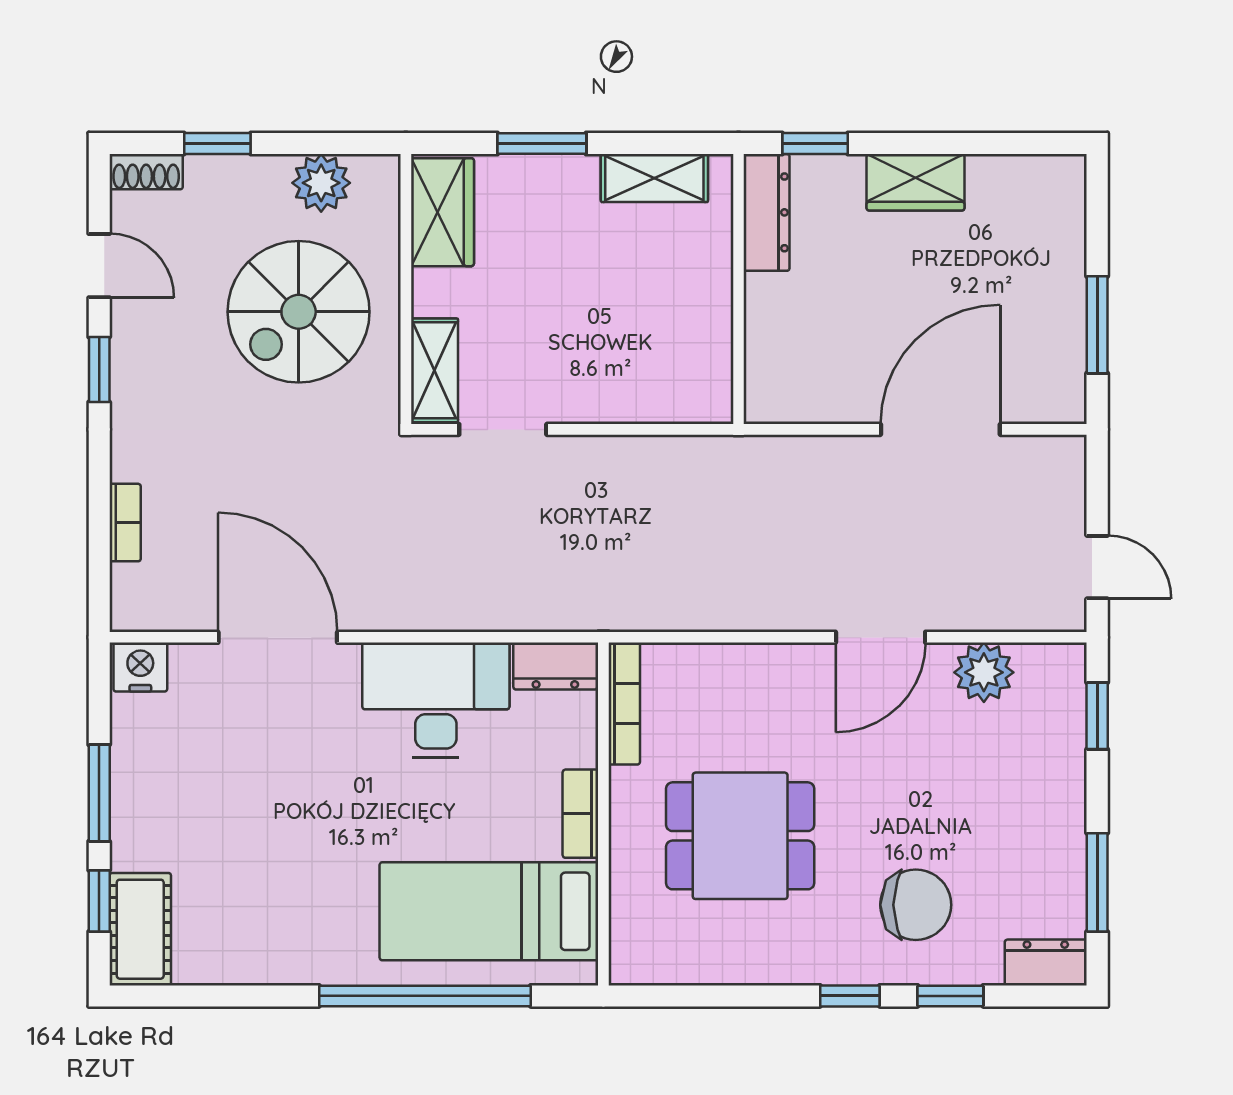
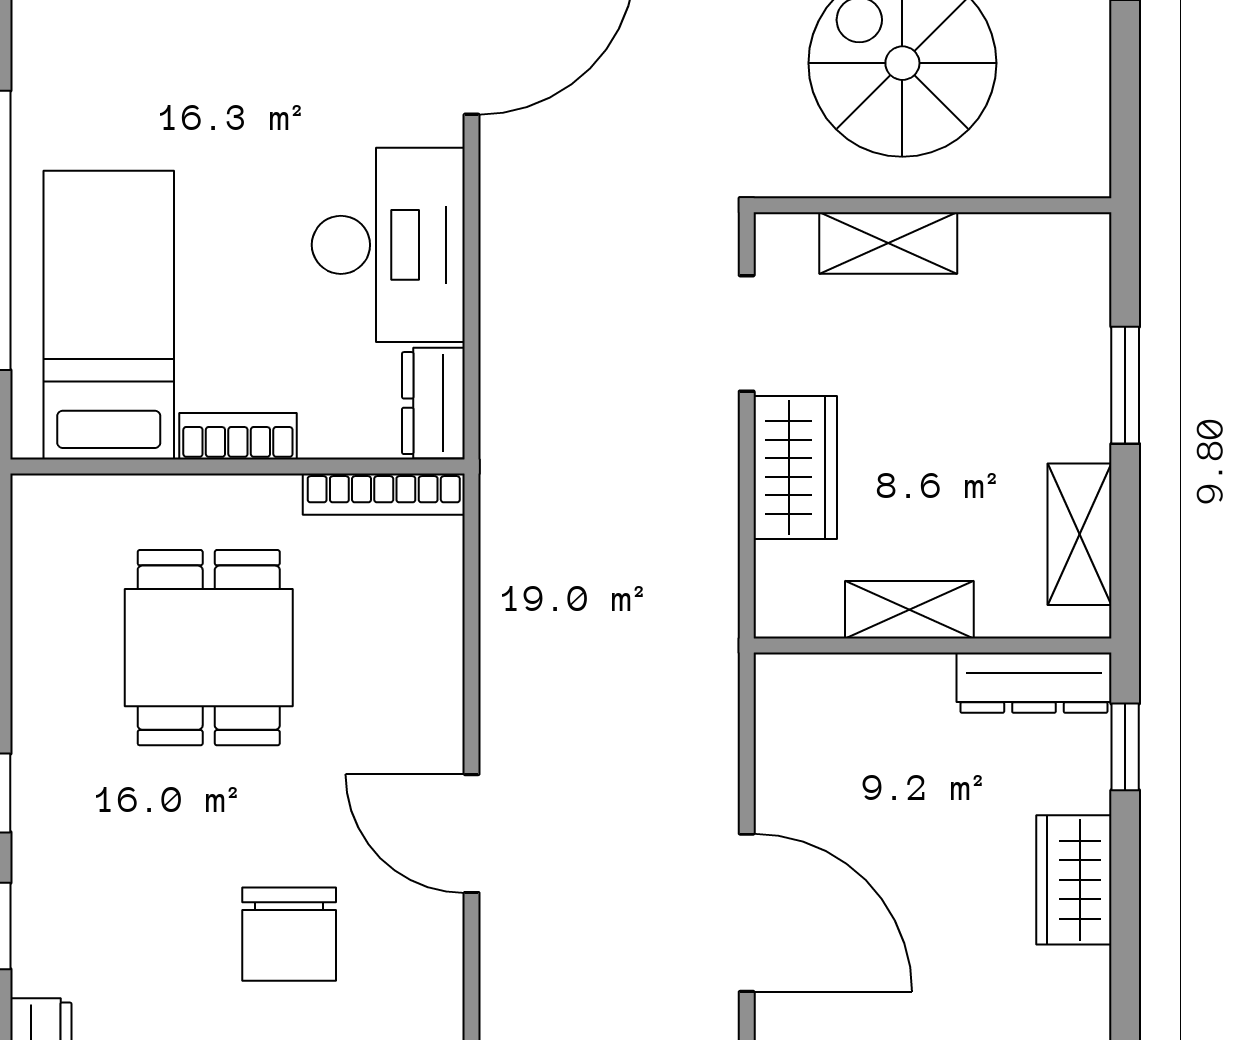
plant: (321, 183) -> (1073, 93), removed
wardrobe: (442, 212) -> (795, 467), moved, turned -90
shelving: (711, 307) -> (909, 610), added
shelving: (434, 370) -> (888, 243), moved
plant: (984, 672) -> (425, 970), removed
chair: (916, 905) -> (289, 934), moved

